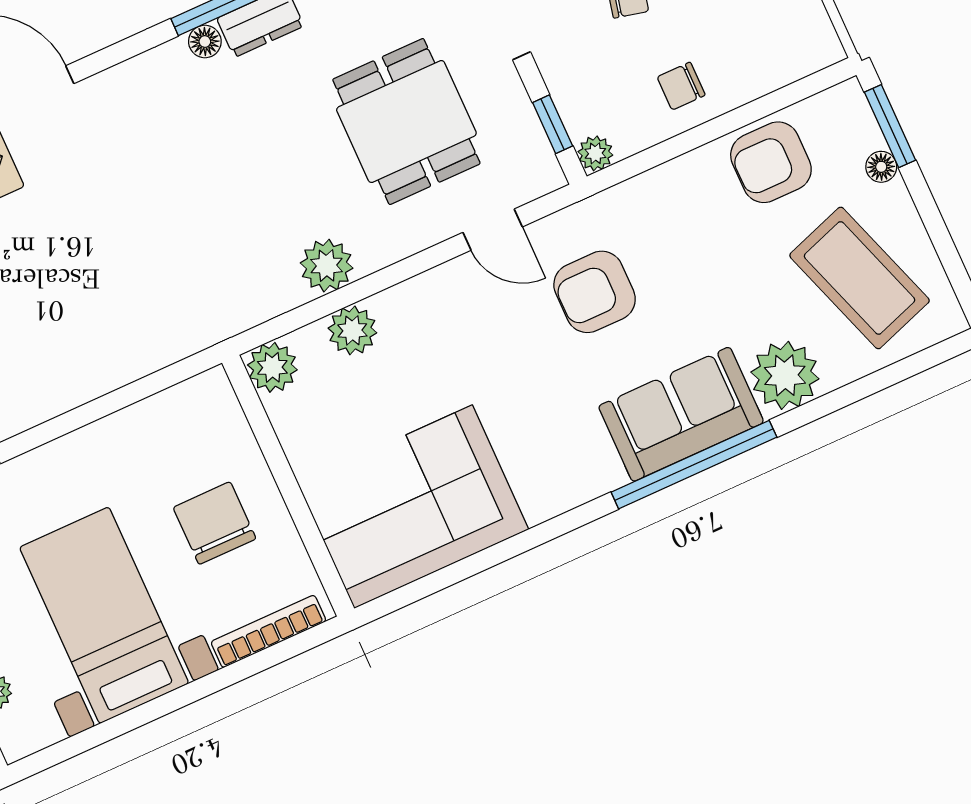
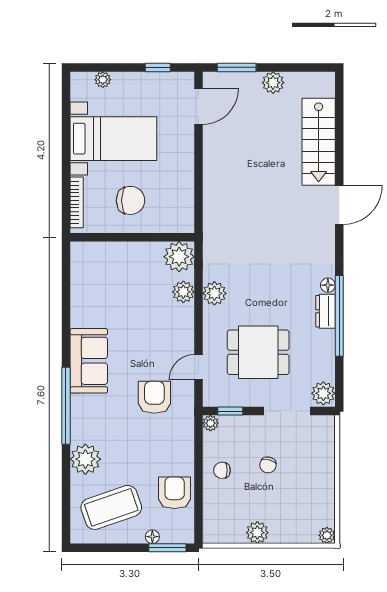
chair: (681, 86) -> (222, 470), turned -90
plant: (272, 367) -> (179, 257), width x1.36, depth x1.36
sofa: (681, 414) -> (89, 361), moved
corner sofa: (413, 507) -> (101, 284), removed

